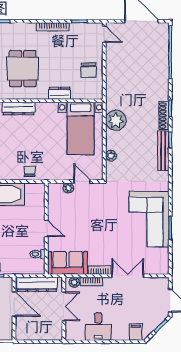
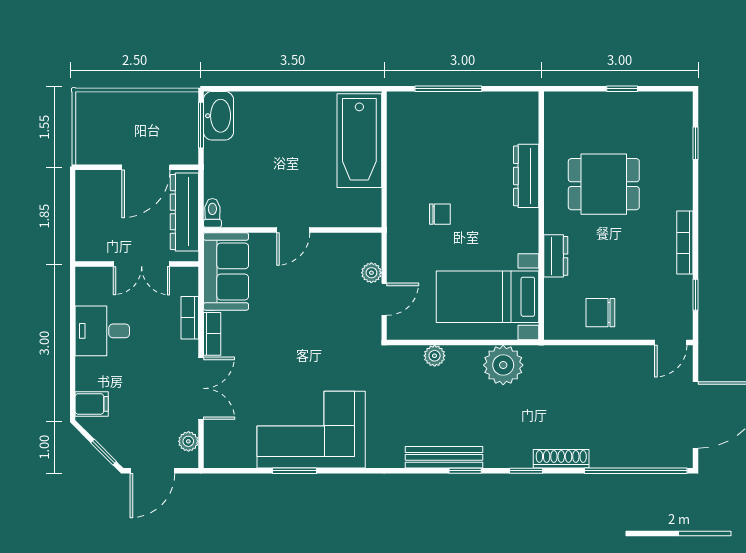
shoe rack: (164, 115) -> (561, 459), moved
chair: (30, 171) -> (440, 214), moved
toilet: (37, 254) -> (212, 213), moved
plant: (74, 282) -> (188, 441), moved

